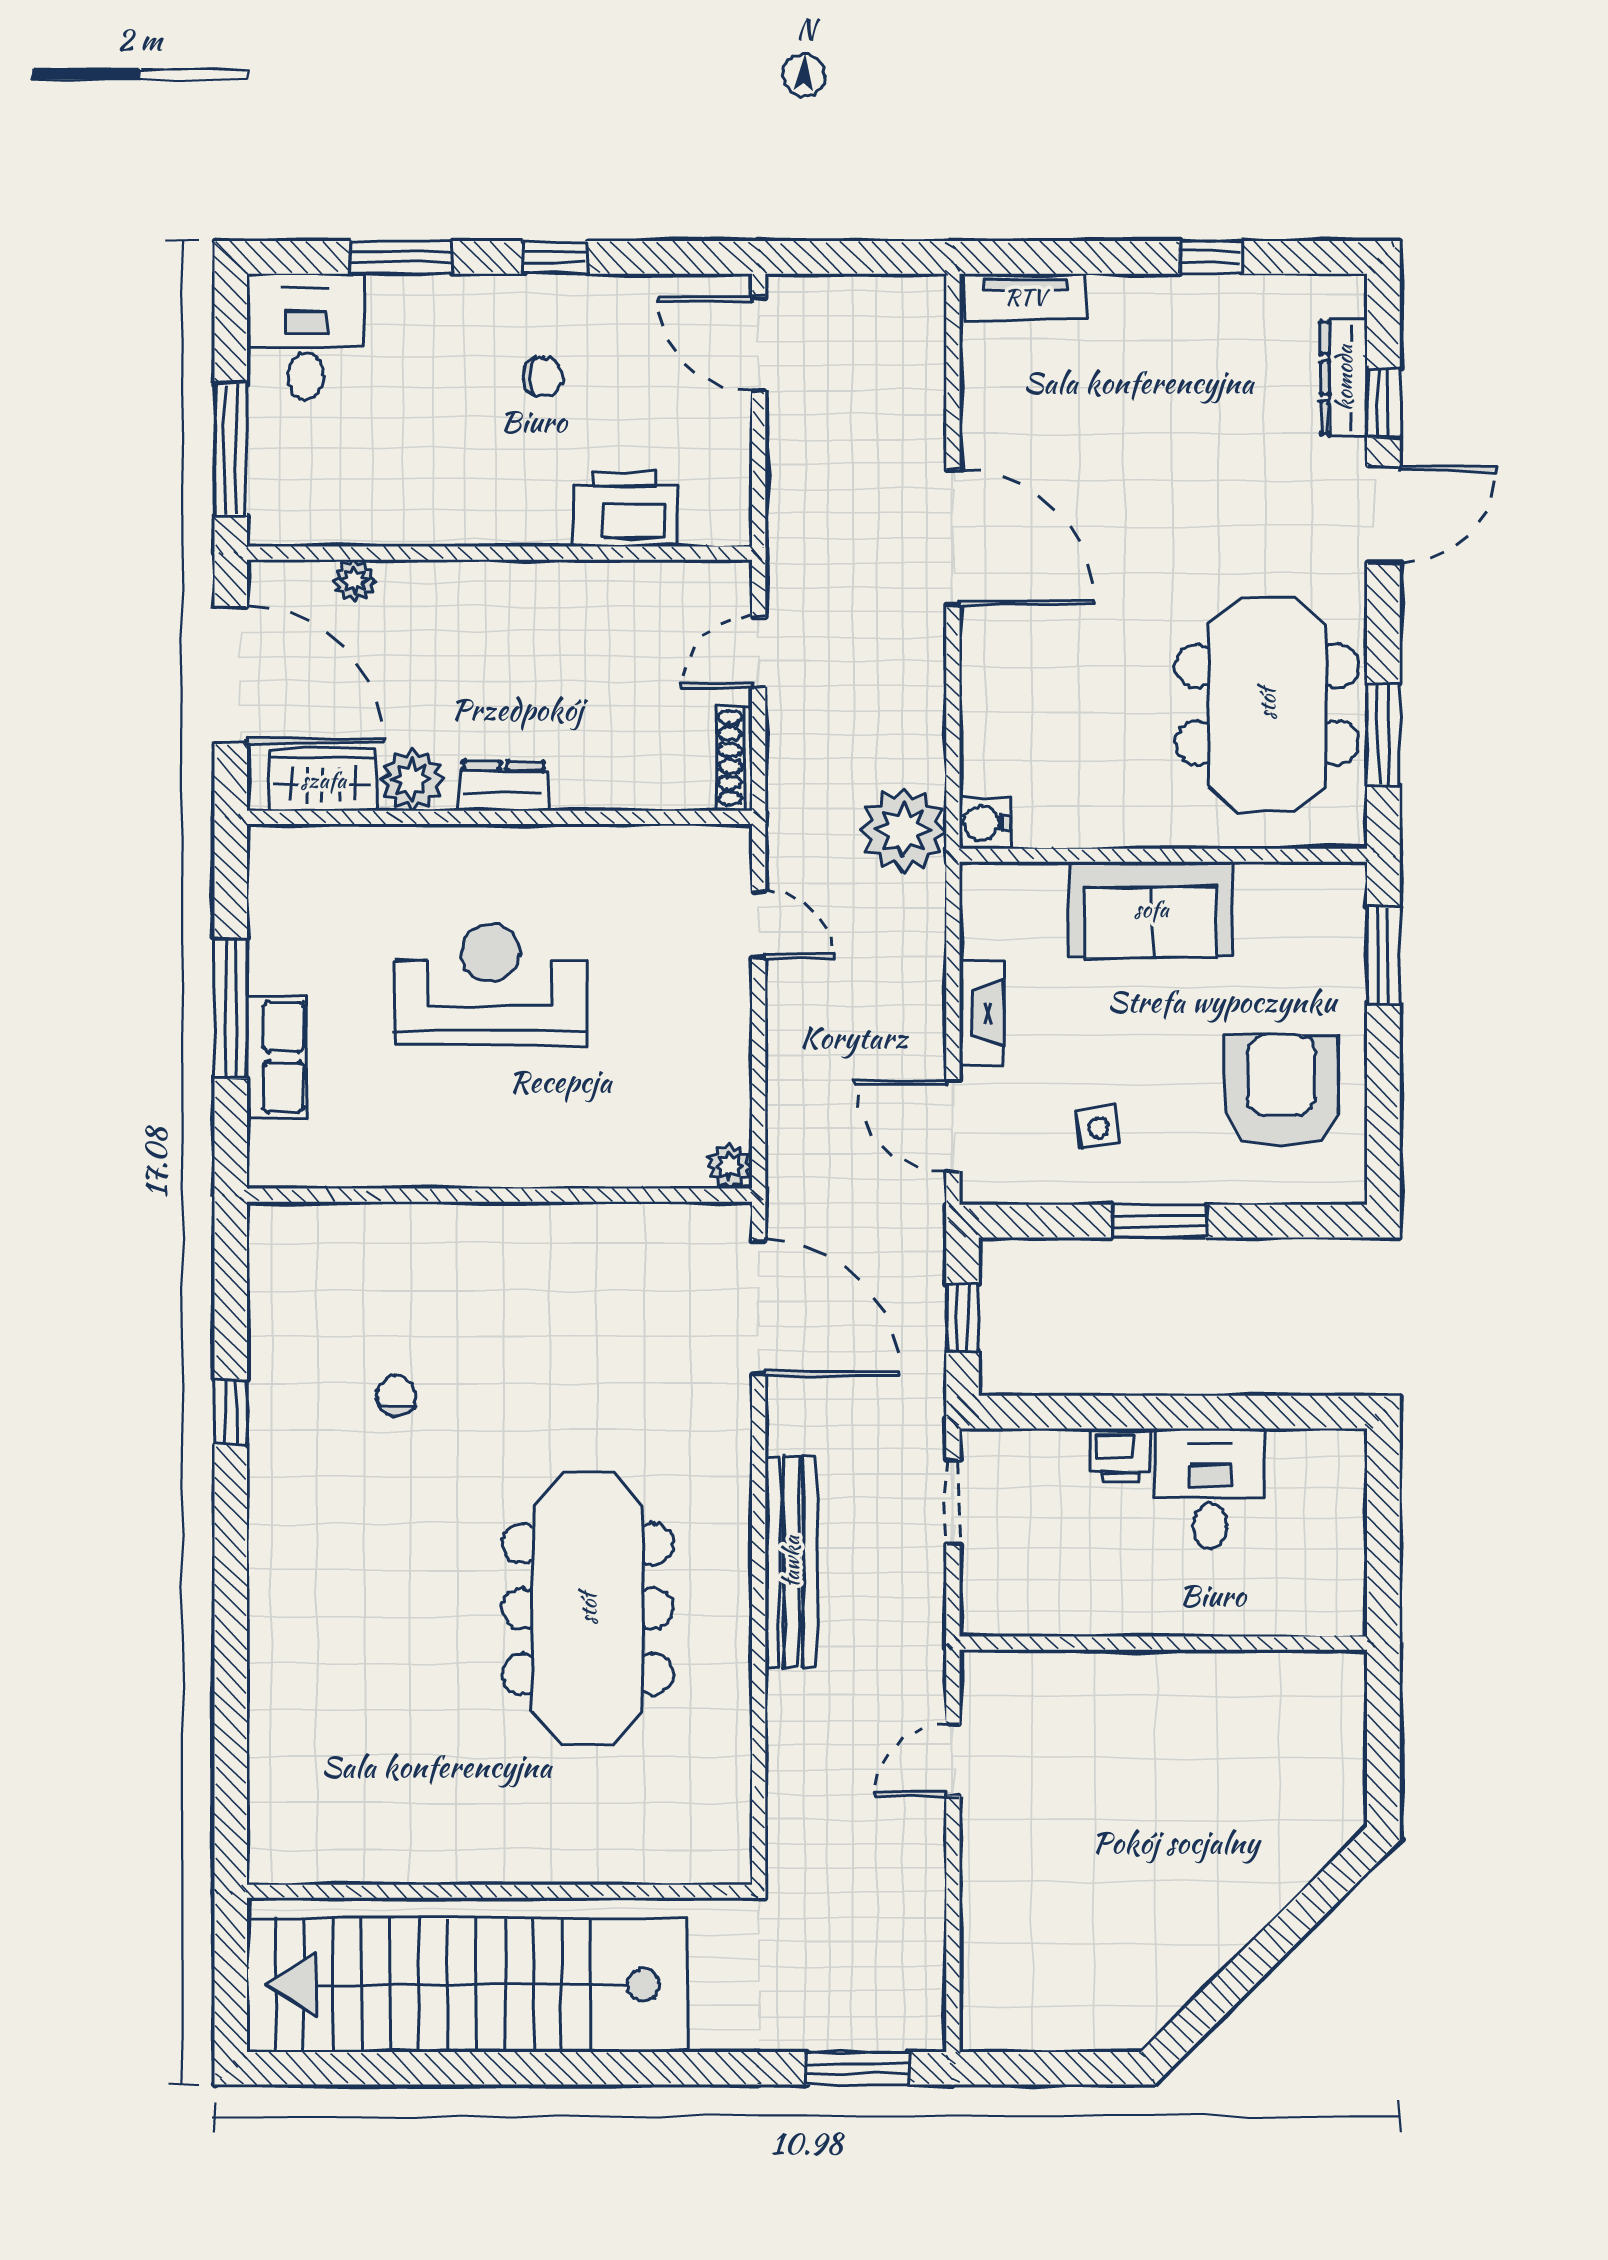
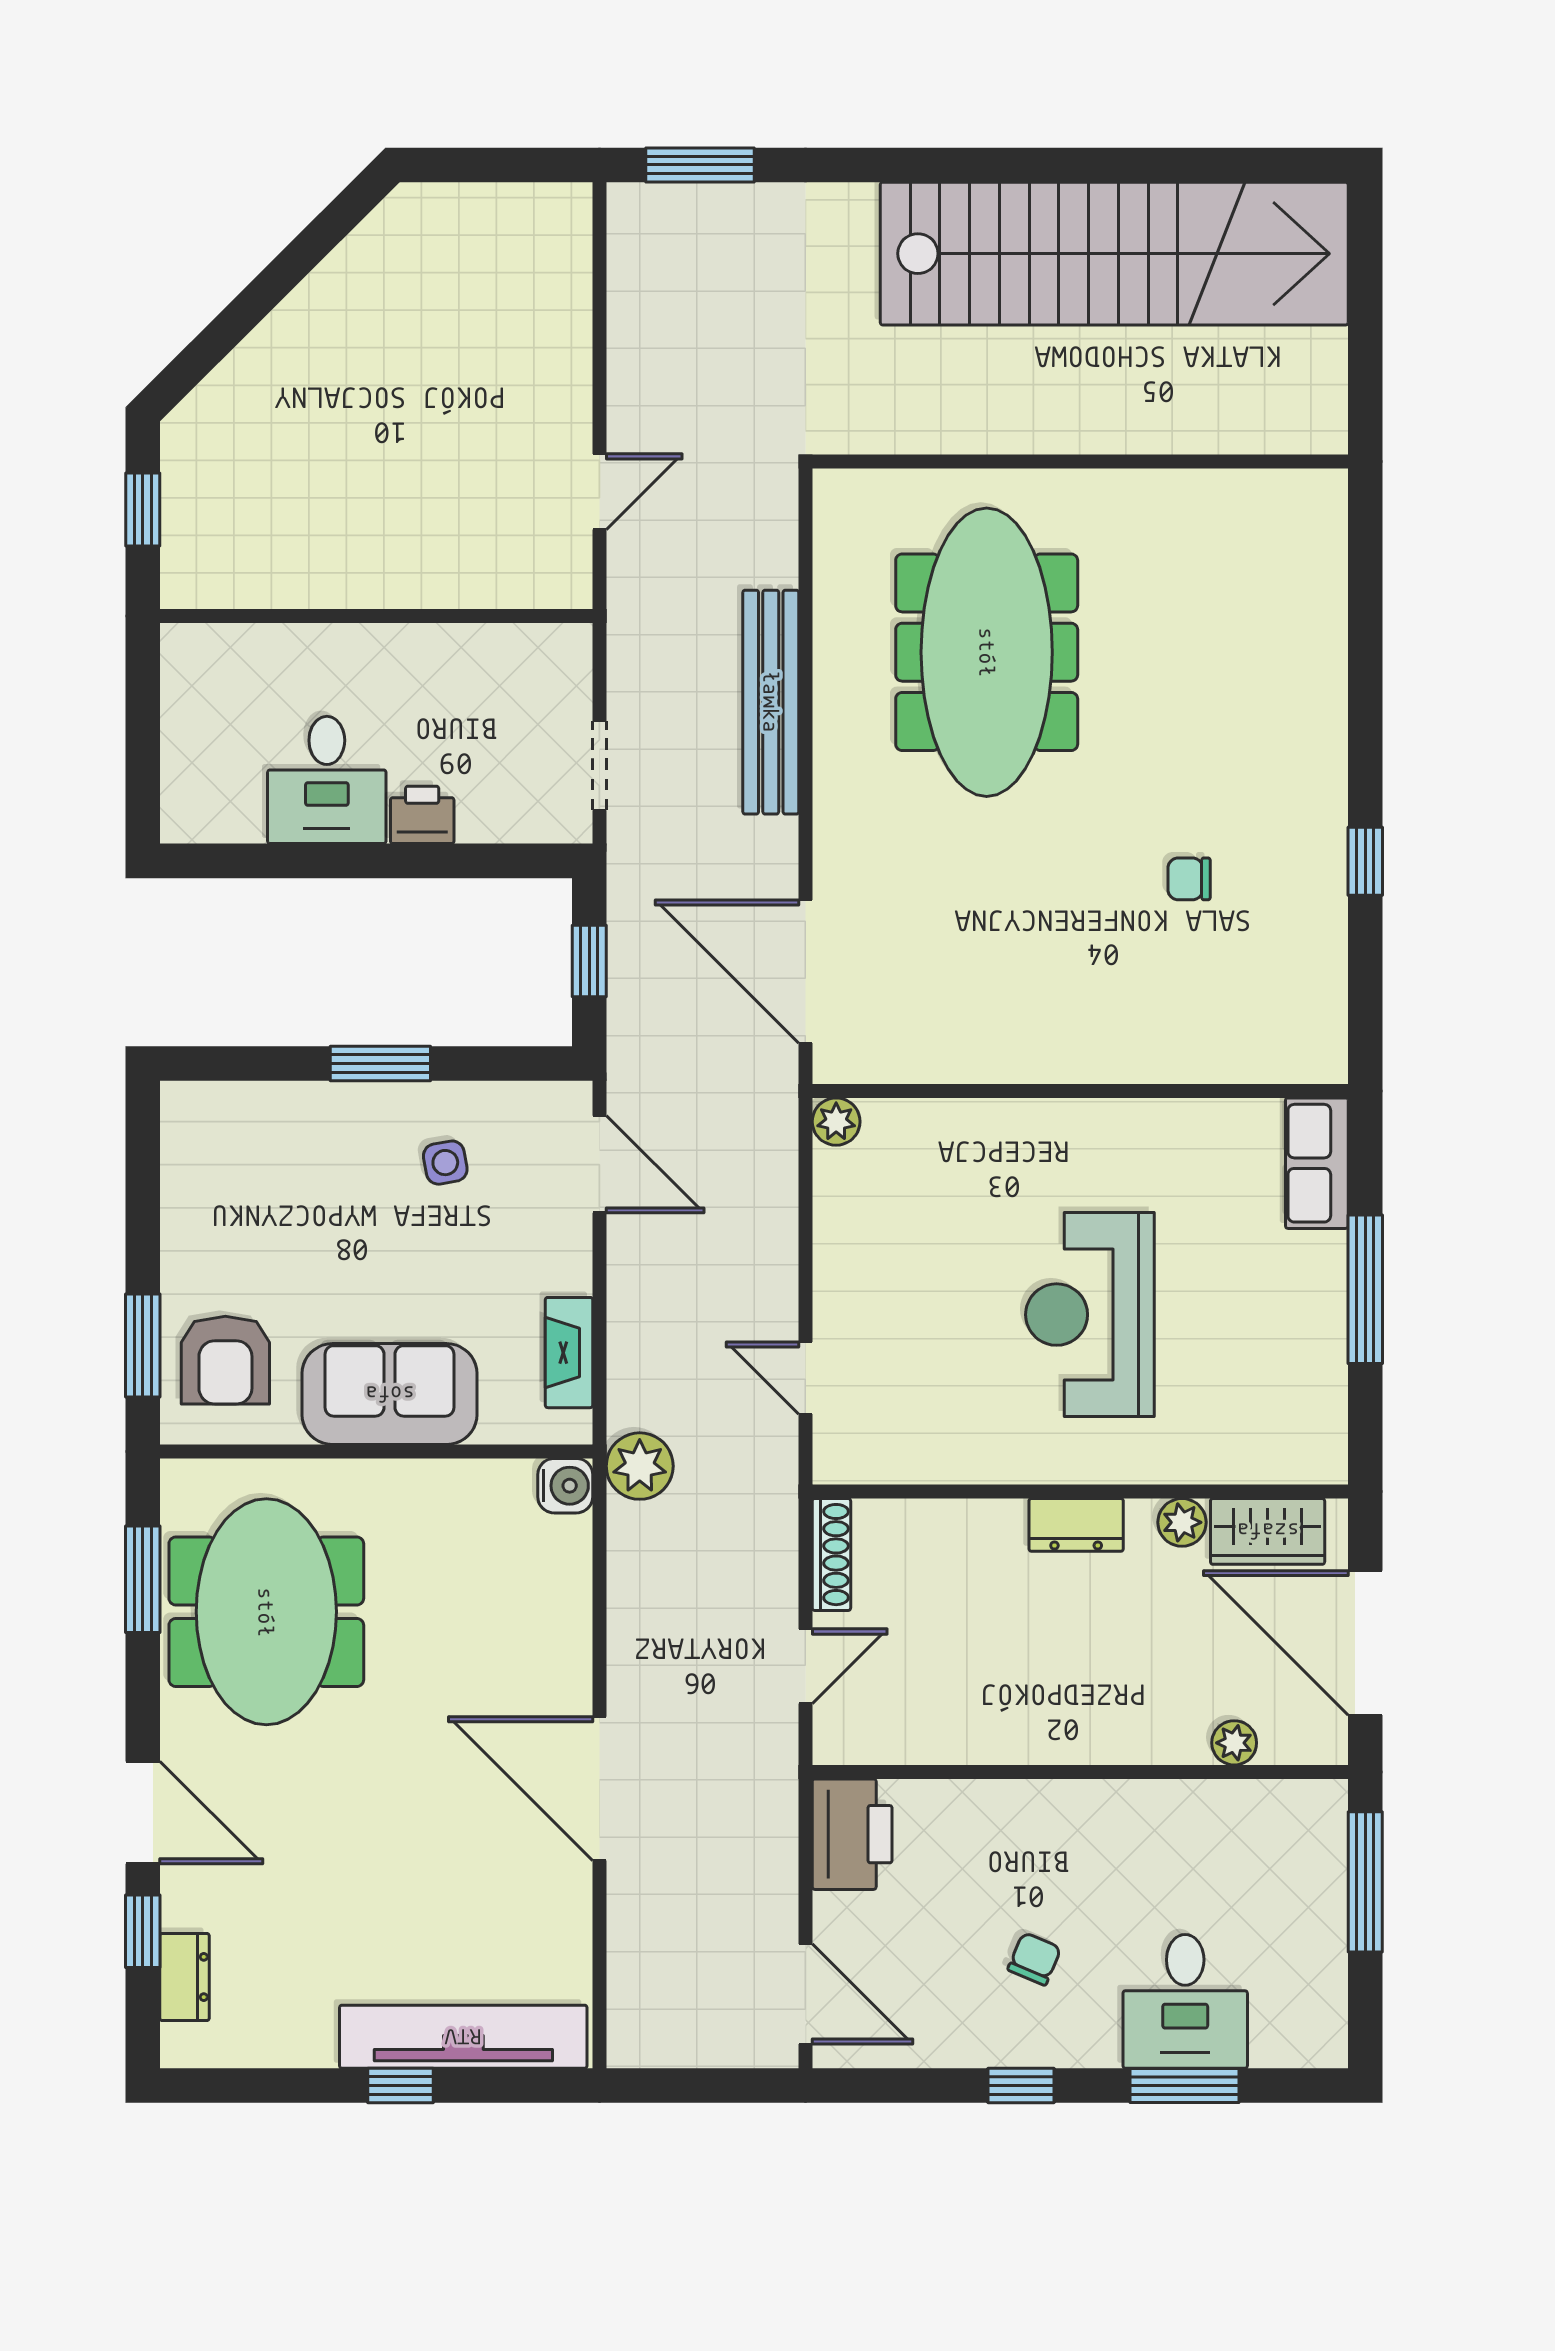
window: (1211, 257) -> (400, 2086), moved
tv unit: (1025, 297) -> (463, 2037), width x1.92, depth x1.29
desk: (306, 337) -> (1185, 2001), moved
chair: (543, 377) -> (1034, 1959), turned 113
dresser: (1344, 378) -> (185, 1977), width x0.70
printer: (625, 509) -> (852, 1834), moved, turned -90
door: (1383, 515) -> (143, 1813), swing flipped
plant: (412, 780) -> (1182, 1522), width x0.73, depth x0.73
plant: (903, 830) -> (640, 1466), width x0.73, depth x0.73
reception desk: (490, 984) -> (1090, 1315), turned 90
fireplace: (982, 1013) -> (569, 1353), moved
row of seats: (276, 1057) -> (1317, 1163), moved
armchair: (1281, 1091) -> (225, 1360), moved, width x0.73, depth x0.73
chair: (397, 1395) -> (1189, 879), turned 81
window: (1383, 1743) -> (143, 509), added
wall: (500, 1891) -> (1080, 461), moved

